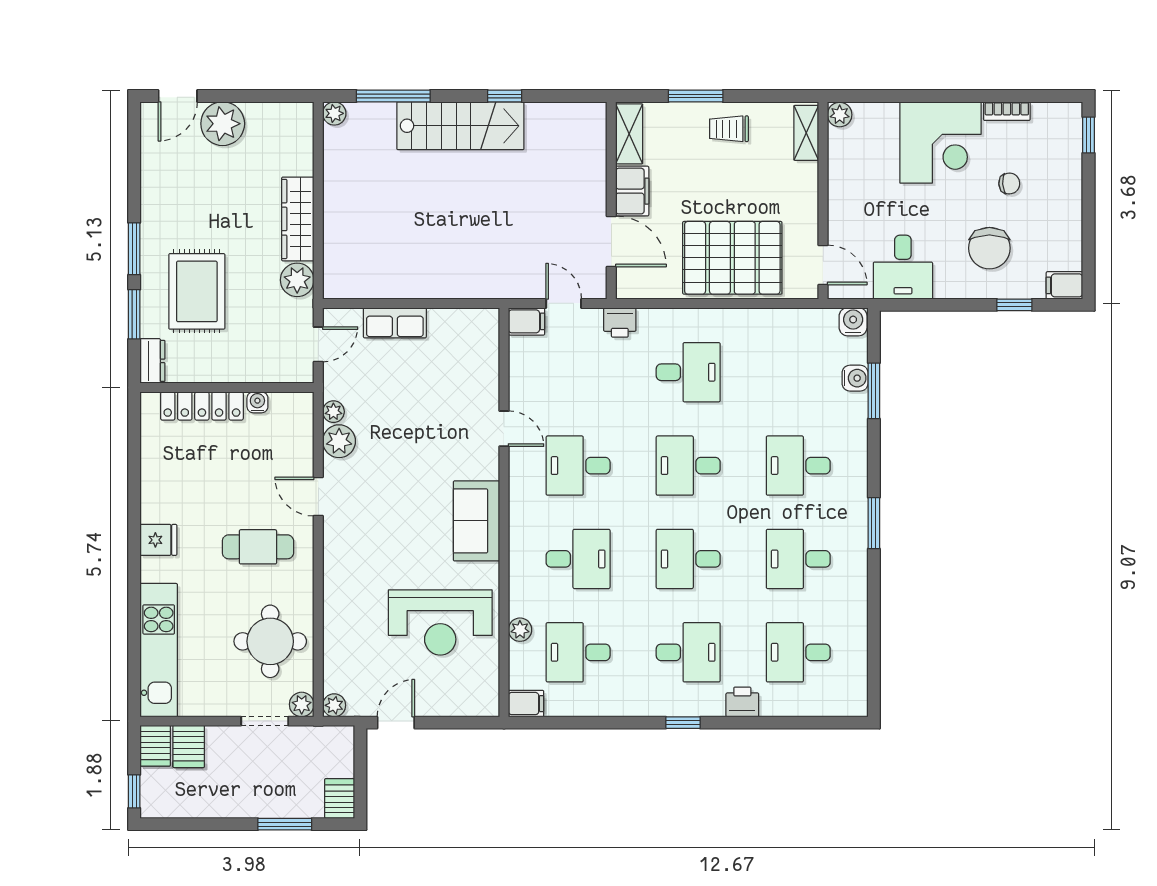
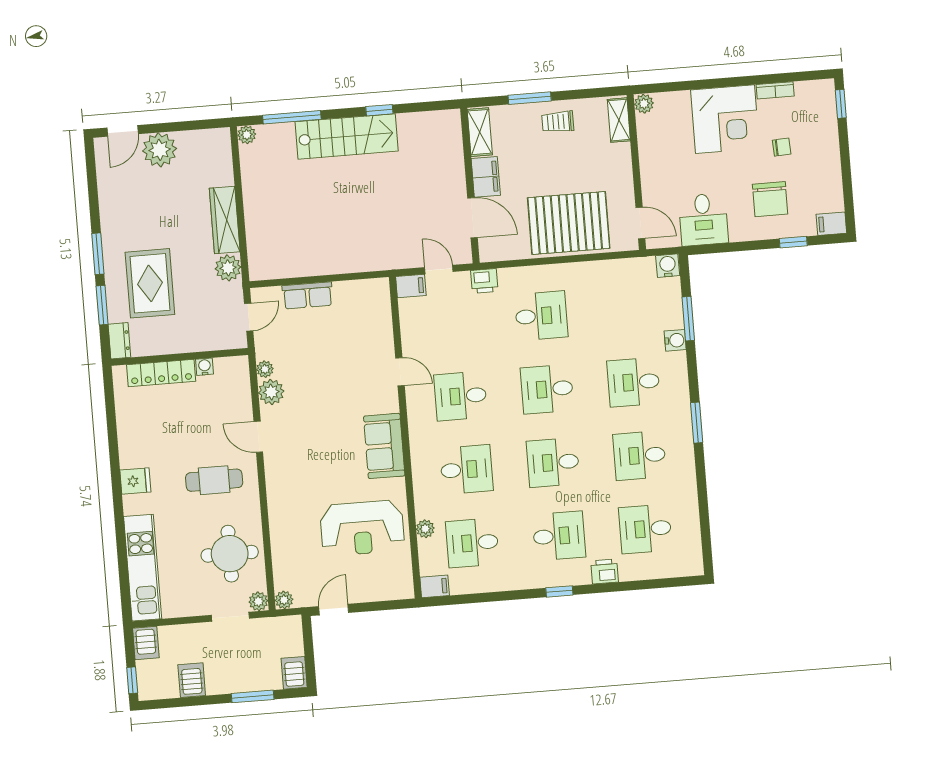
water cooler: (855, 378) -> (675, 340), moved
server rack: (189, 747) -> (192, 680), moved, turned 180

